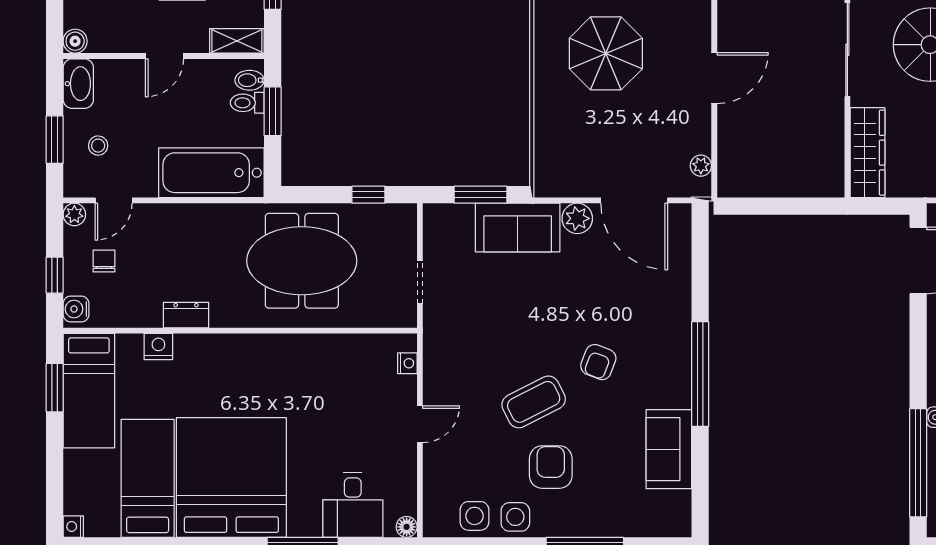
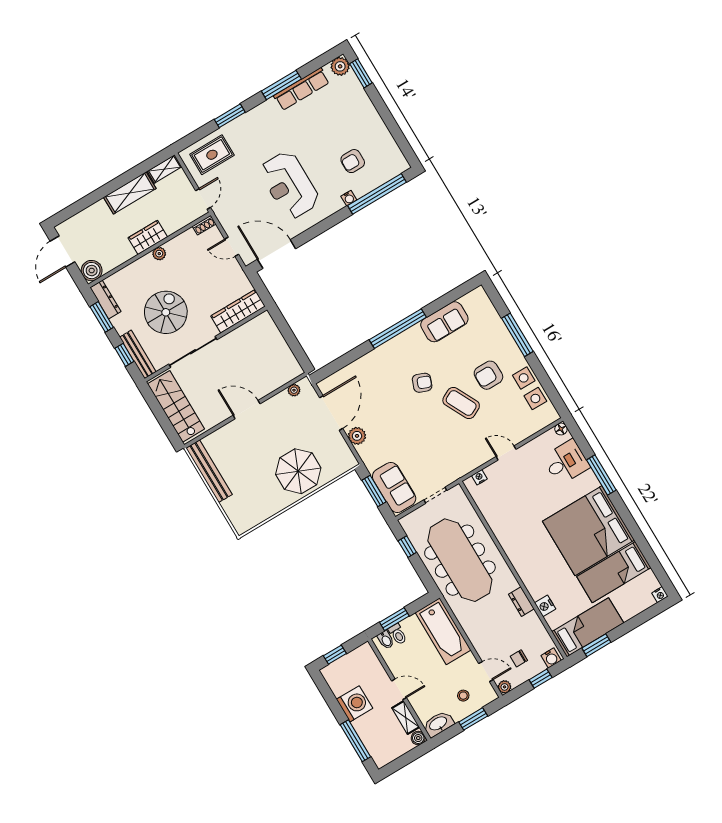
shelving: (237, 41) -> (406, 718), moved
parasol: (606, 53) -> (298, 471), moved
sofa: (518, 228) -> (394, 487), moved
meeting table: (302, 261) -> (460, 560), width x1.36

